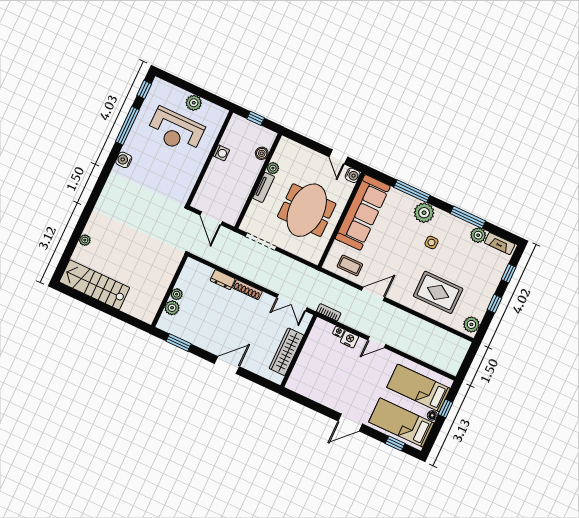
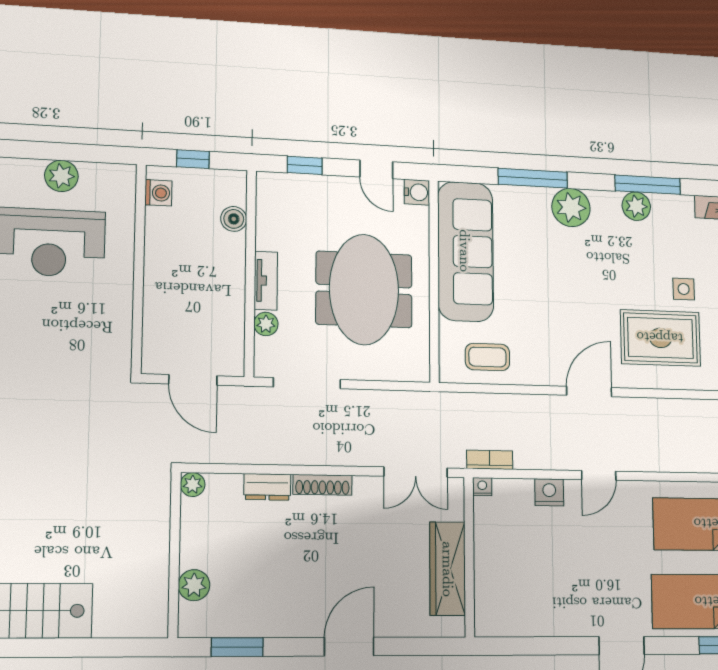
window: (306, 142) -> (305, 165), added
washing machine: (221, 153) -> (158, 193), moved
plant: (273, 168) -> (266, 324), moved
plant: (478, 235) -> (636, 206), moved
side table: (431, 243) -> (684, 289), moved
plant: (177, 294) -> (193, 485), moved
door: (373, 294) -> (589, 391), moved
nightstand: (339, 332) -> (482, 487), moved

